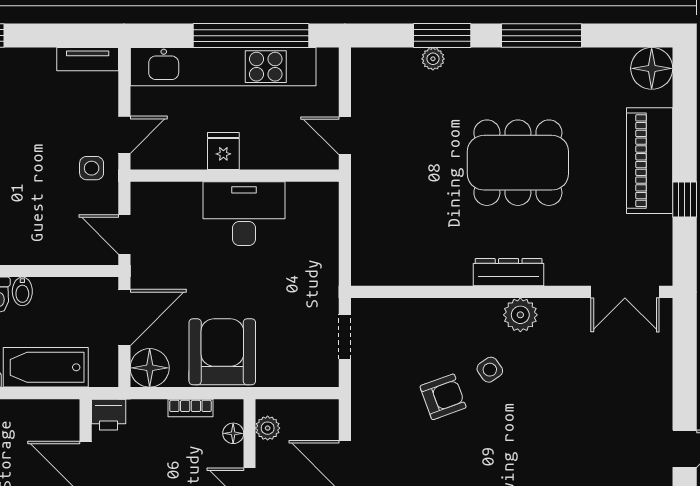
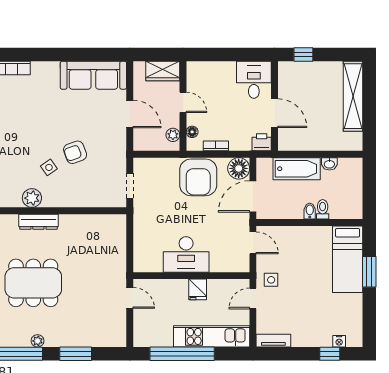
plant: (433, 59) -> (38, 341), moved
kitchen unit: (223, 67) -> (212, 336), width x0.73

